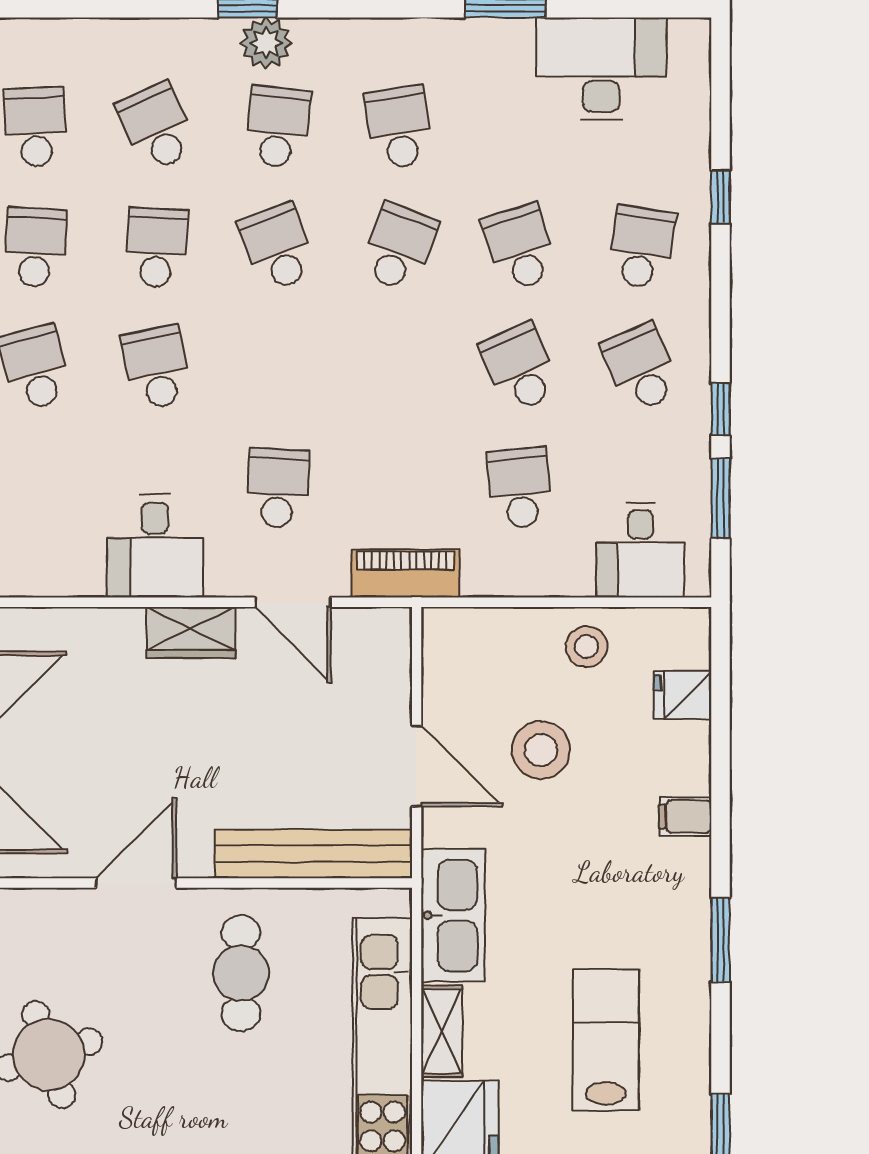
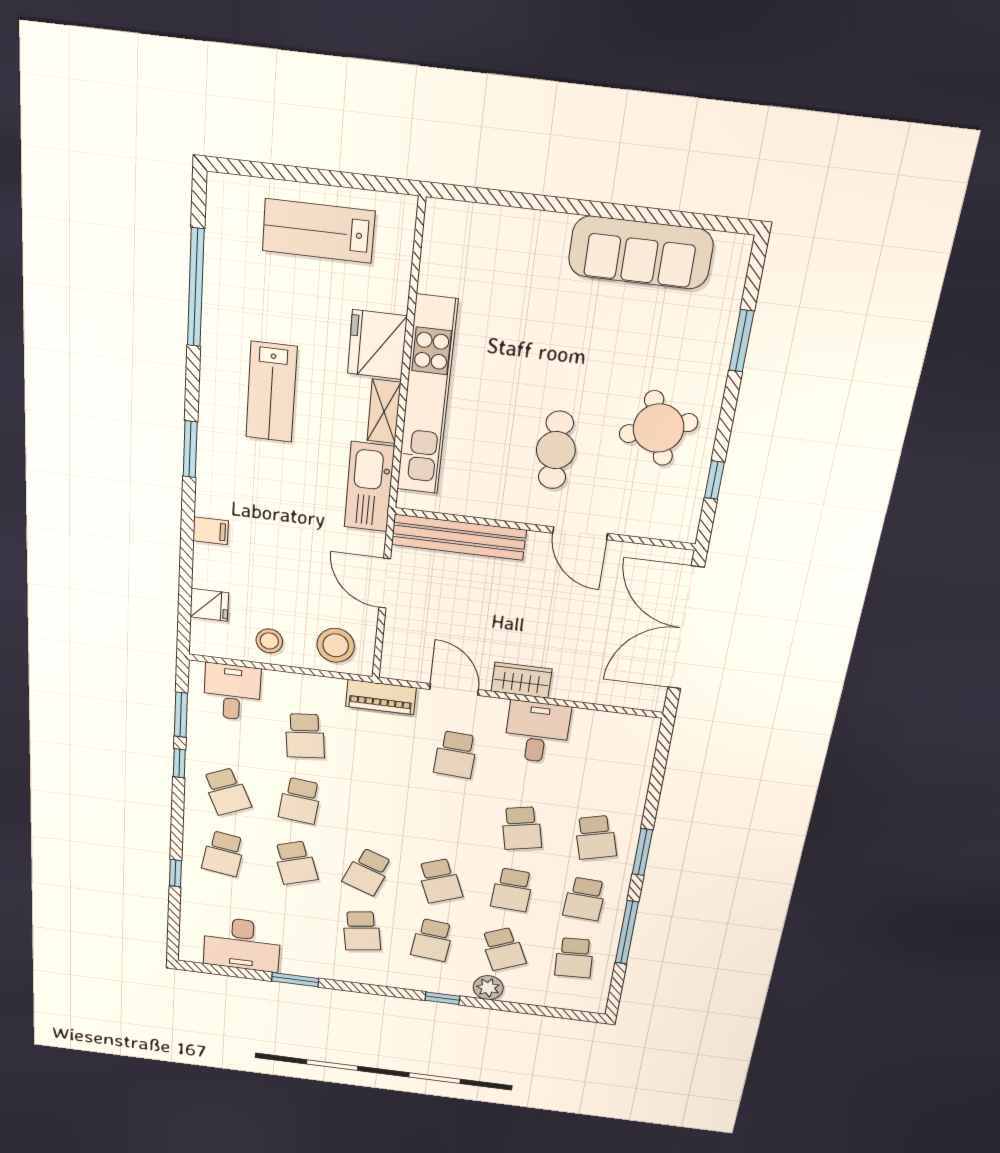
plant: (266, 43) -> (488, 988), moved
school desk: (520, 368) -> (300, 801), turned 30
stool: (541, 750) -> (336, 645), moved
door: (136, 883) -> (580, 533), hinge flipped
cafe table: (241, 973) -> (556, 450), moved

